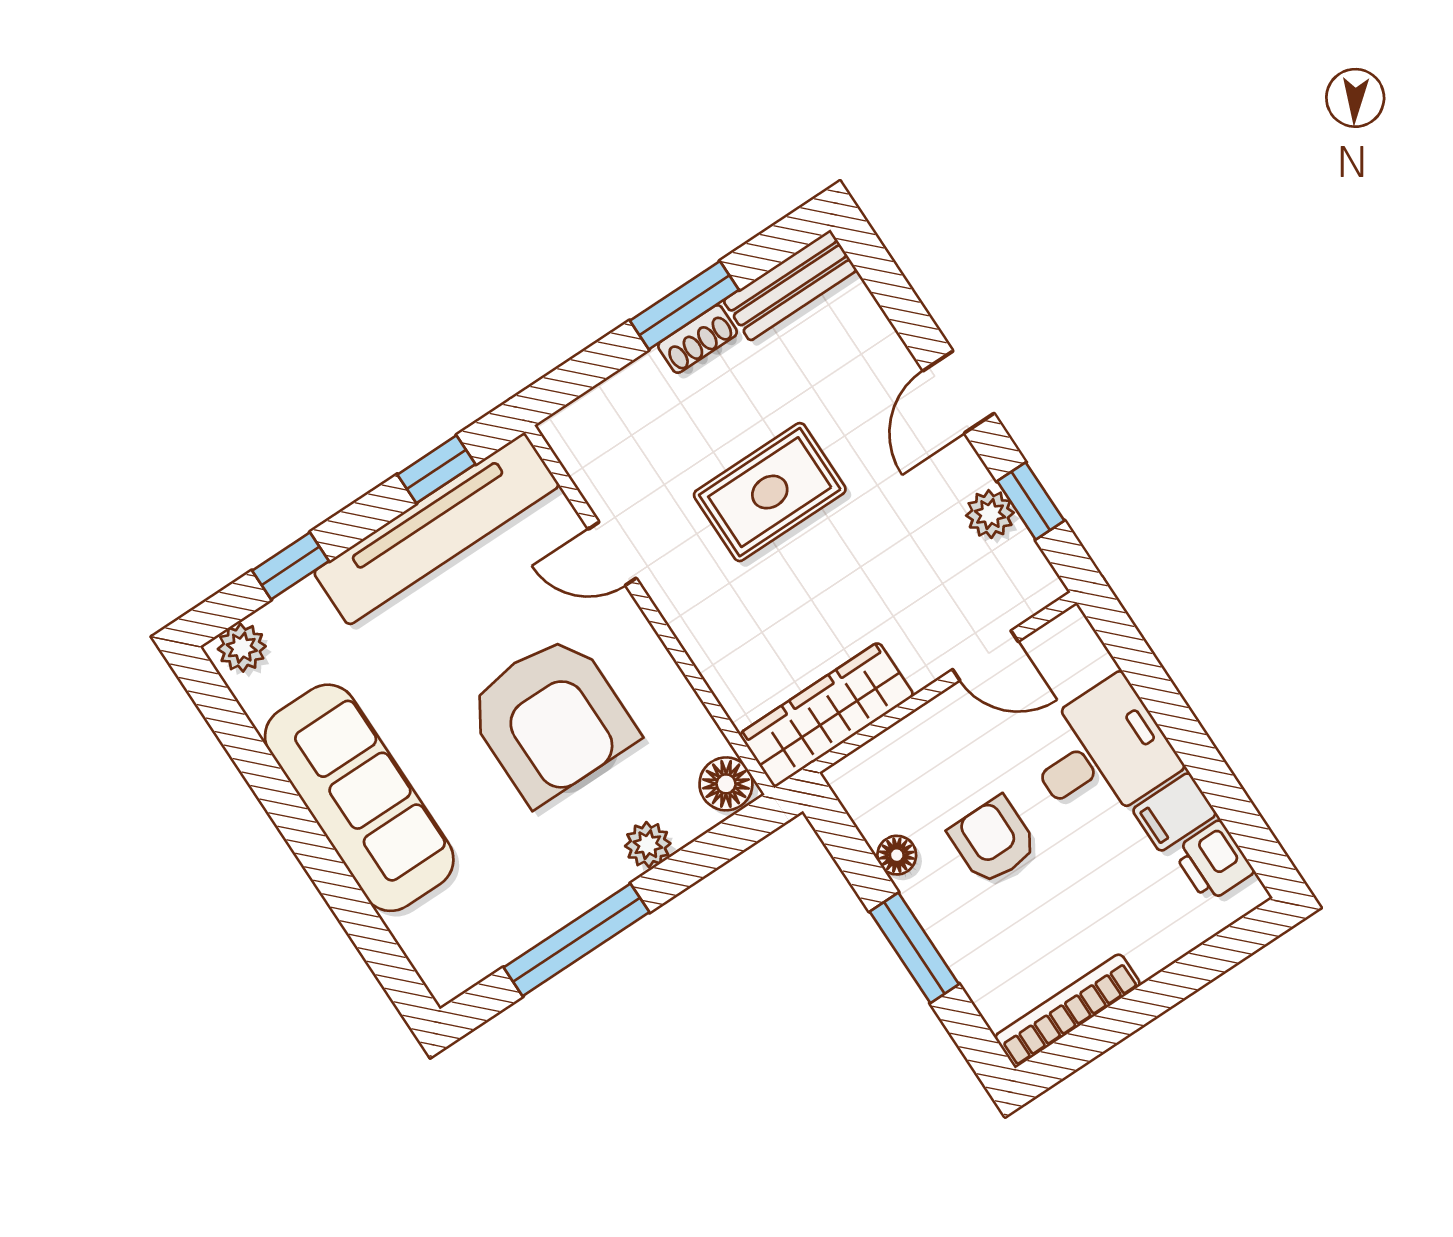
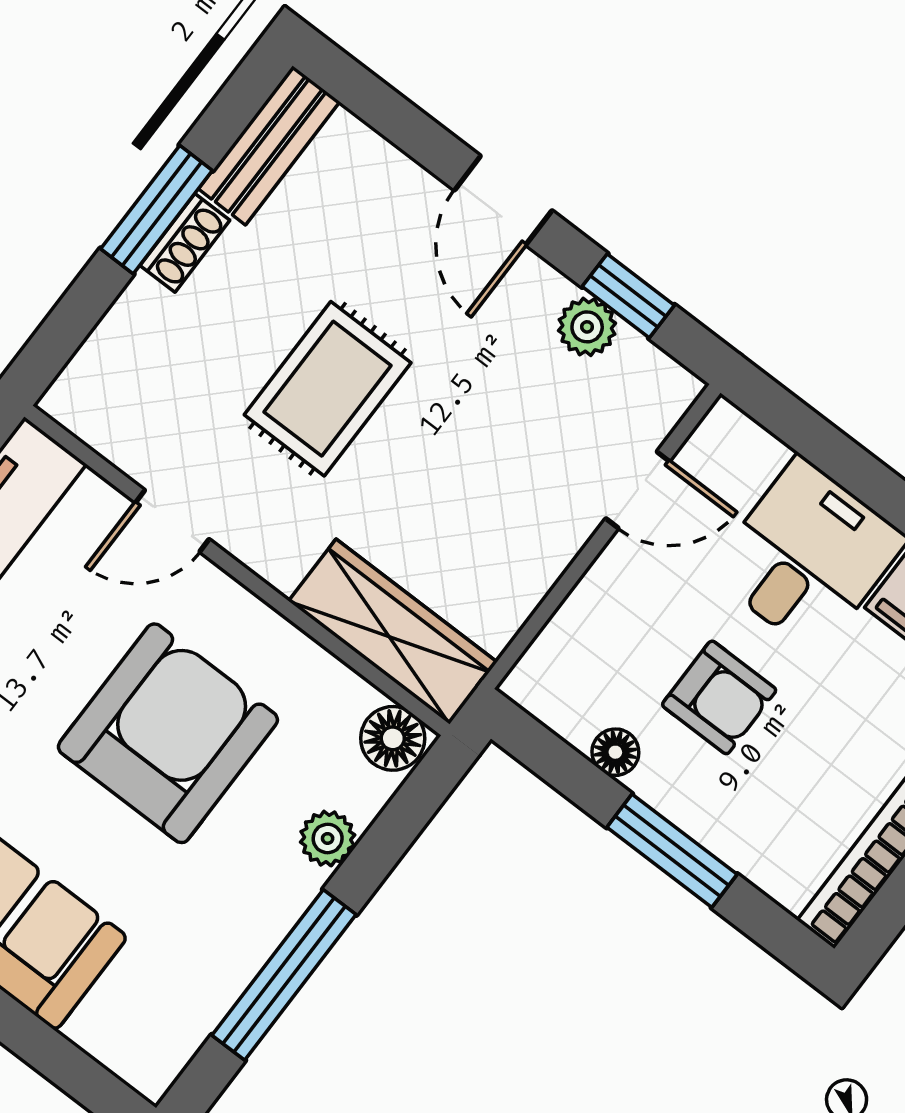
wardrobe: (827, 715) -> (393, 632), moved, turned 90
armchair: (551, 719) -> (168, 733), turned -90
armchair: (993, 840) -> (719, 697), turned 180

